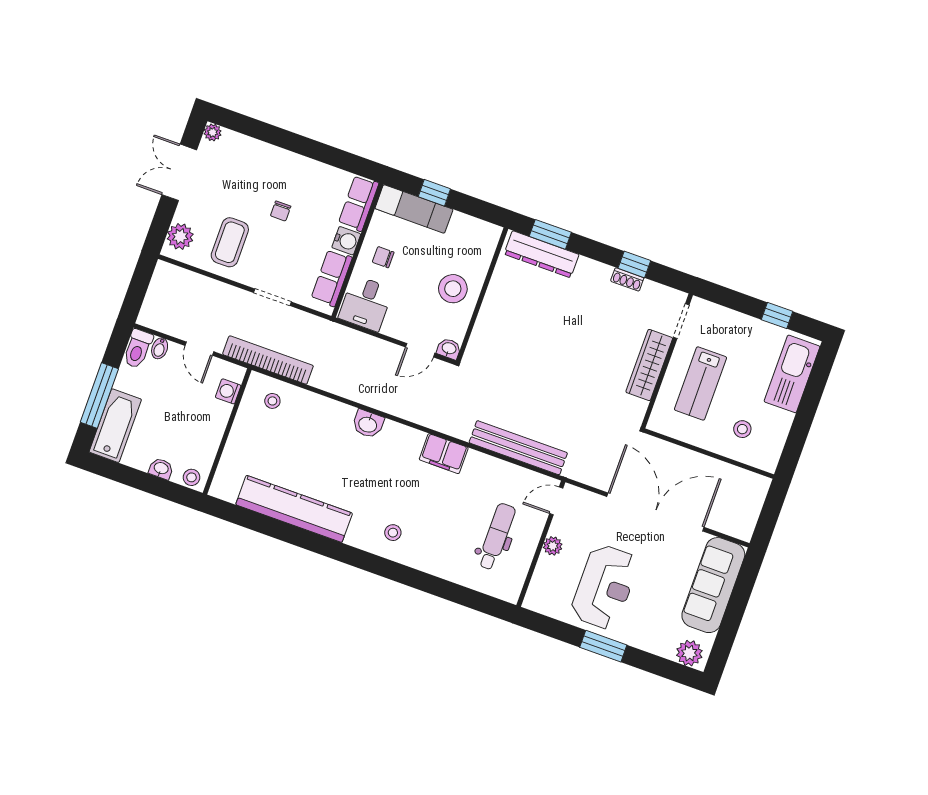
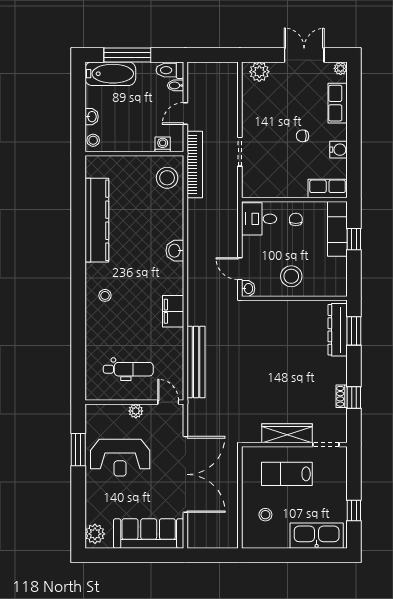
water cooler: (346, 241) -> (339, 150), moved, turned -90
coffee table: (230, 242) -> (268, 108), removed
row of seats: (332, 278) -> (338, 103), moved, turned -90
stool: (272, 401) -> (167, 178), width x1.89, depth x1.89
window: (603, 646) -> (78, 450), moved

